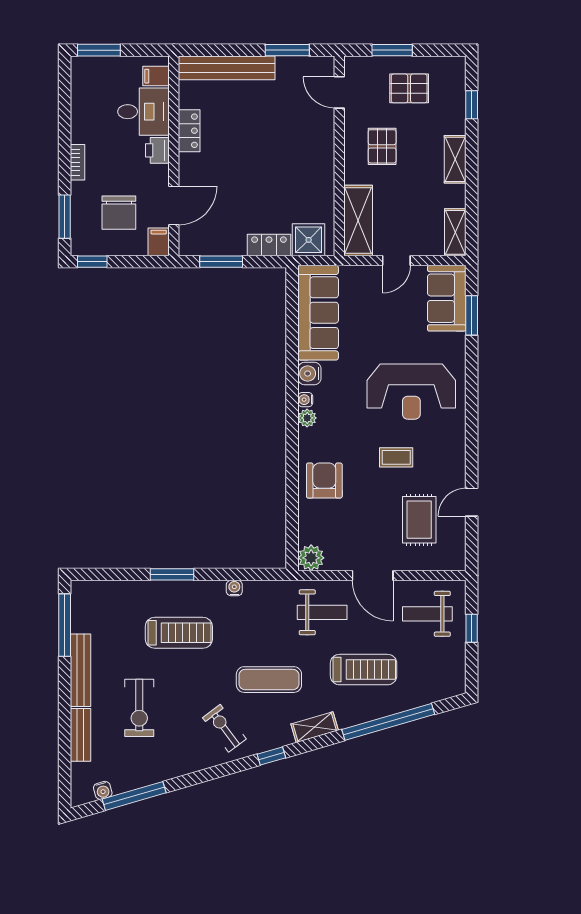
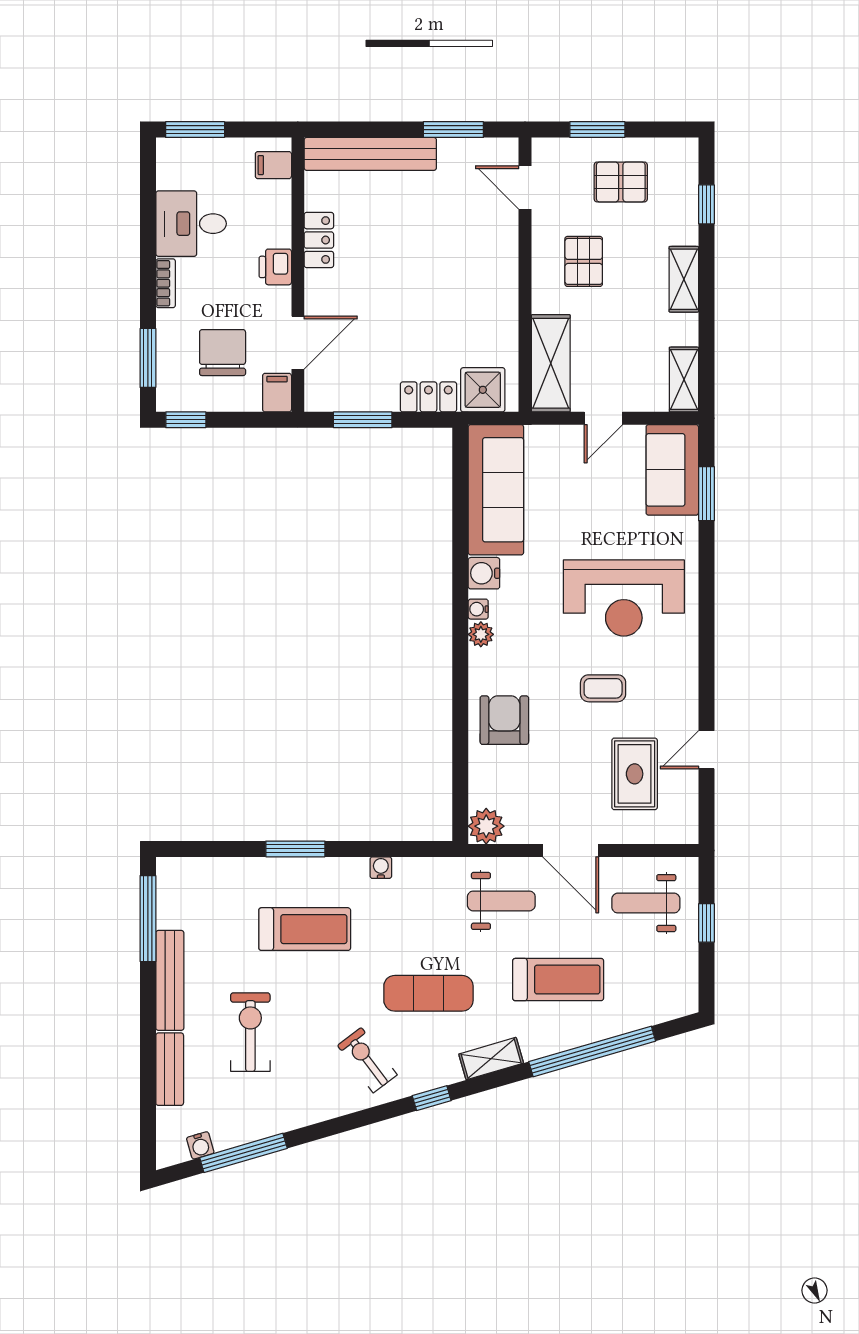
desk: (144, 112) -> (191, 224), moved, turned 180
chair: (119, 213) -> (223, 353), turned 180
exercise bike: (139, 708) -> (250, 1032), turned 180

